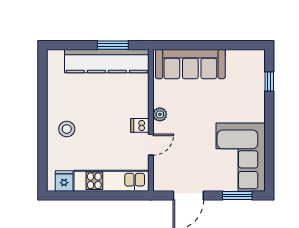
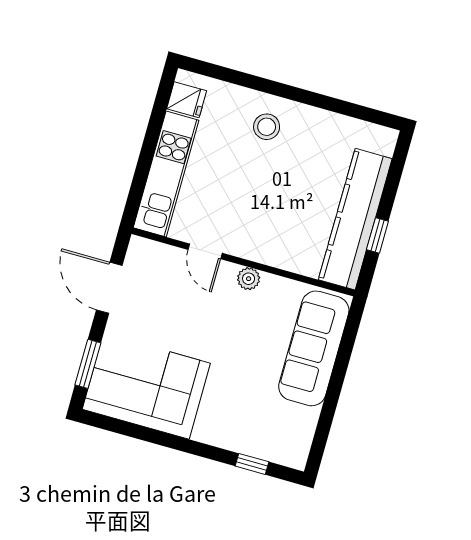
window: (113, 45) -> (377, 235), width x0.67
dishwasher: (140, 125) -> (240, 243), removed

